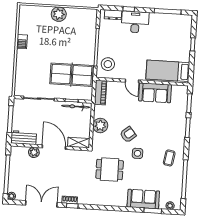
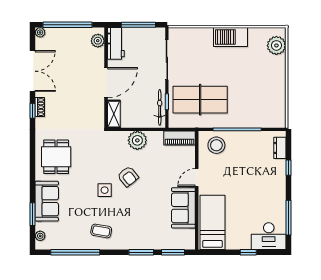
plant: (59, 14) -> (276, 45), moved
desk: (135, 22) -> (269, 236), moved, turned 90
barbecue: (22, 42) -> (231, 37), width x1.88, depth x1.53
table tennis table: (72, 75) -> (200, 100), turned 90
plant: (34, 152) -> (98, 41), moved
dining table: (110, 169) -> (56, 157), moved

